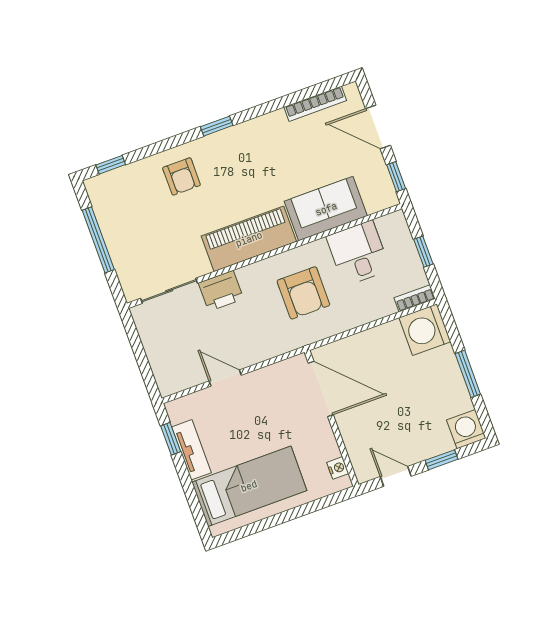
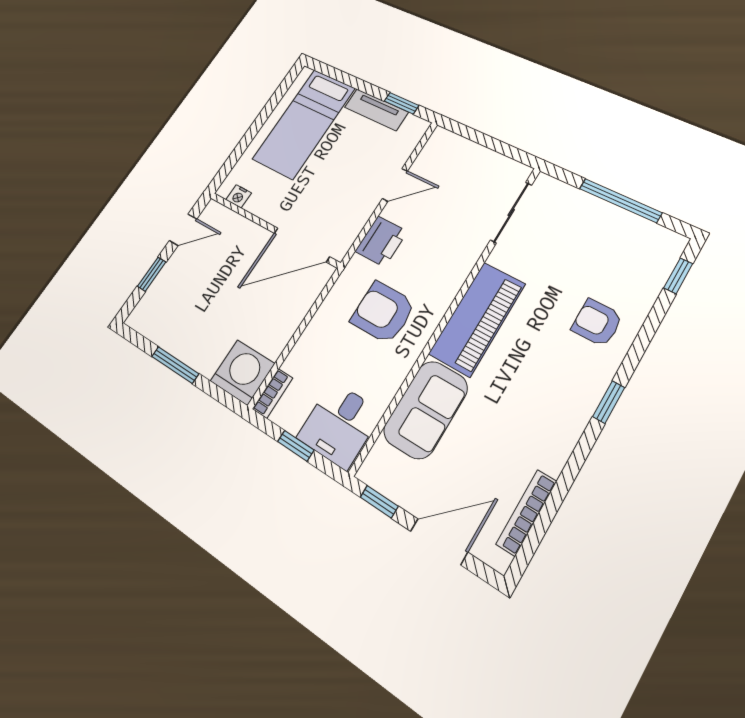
desk: (358, 253) -> (339, 425), moved, turned 90
printer: (221, 291) -> (381, 241), moved, turned 180
washing machine: (466, 429) -> (146, 317), removed

